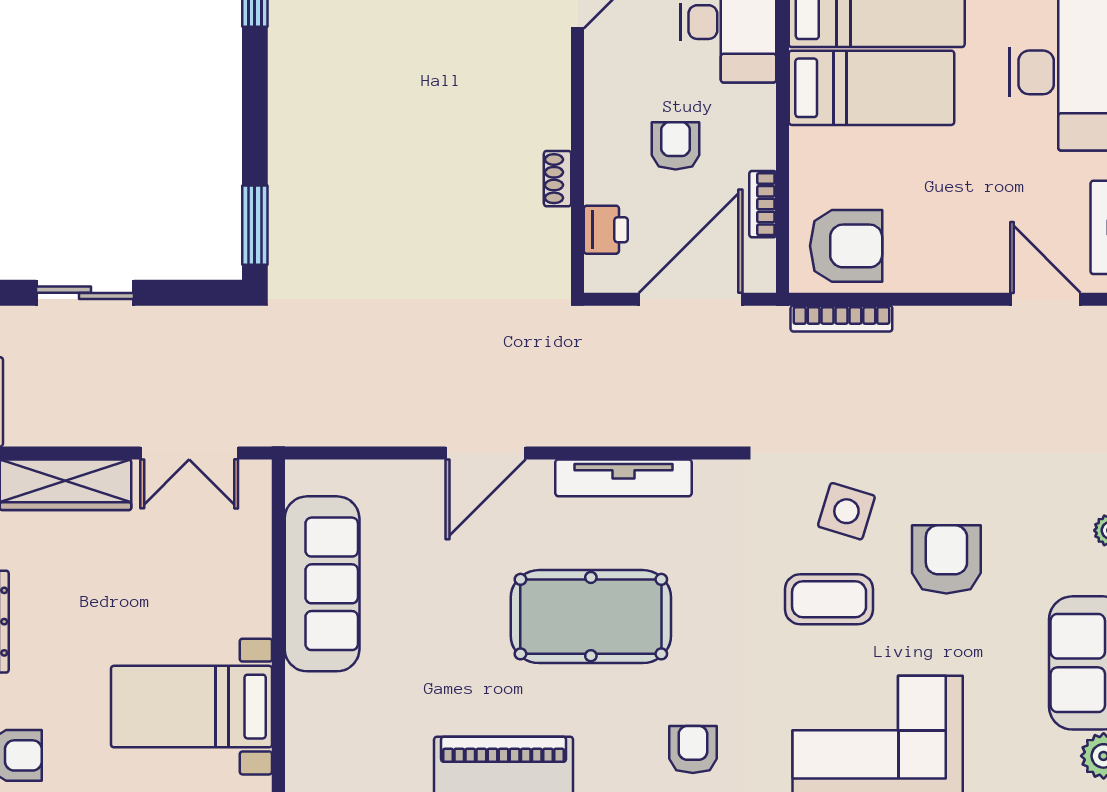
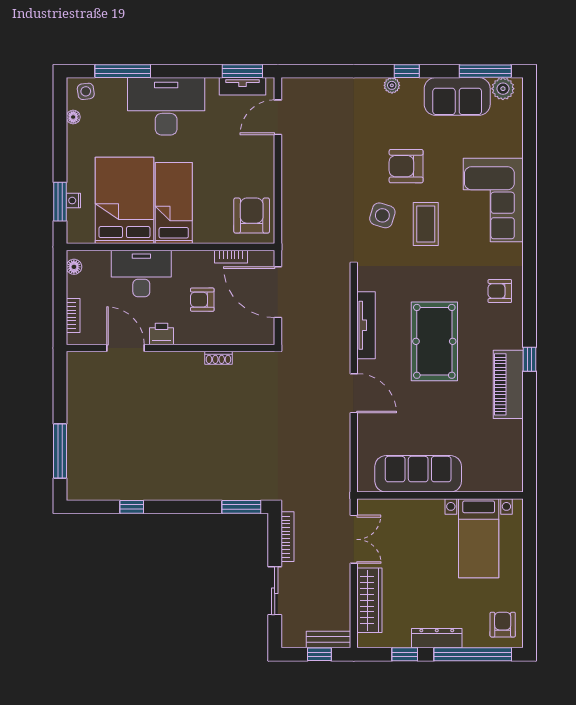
printer: (606, 230) -> (161, 334), moved
bookcase: (841, 319) -> (287, 537), moved

